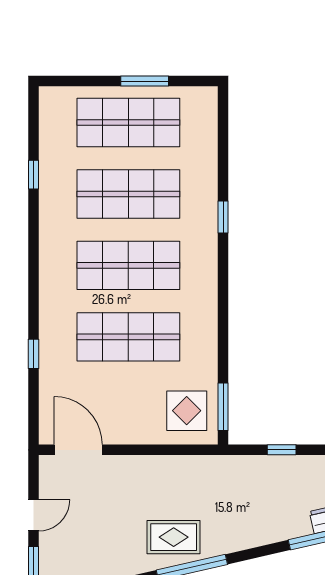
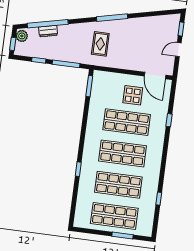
window: (145, 81) -> (122, 235), moved
display table: (187, 411) -> (133, 95), moved
window: (282, 450) -> (66, 64), width x2.17
rug: (174, 537) -> (100, 44), moved, turned 90

